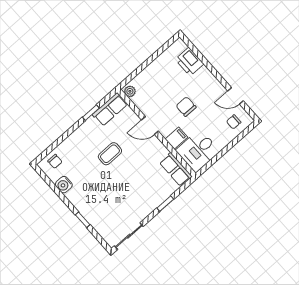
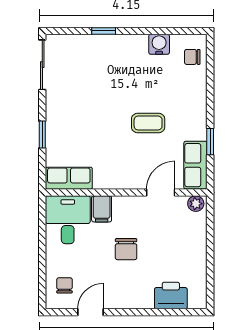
chair: (186, 107) -> (126, 249), turned 90
door: (150, 126) -> (161, 193), moved
coffee table: (110, 154) -> (148, 123), turned 90

